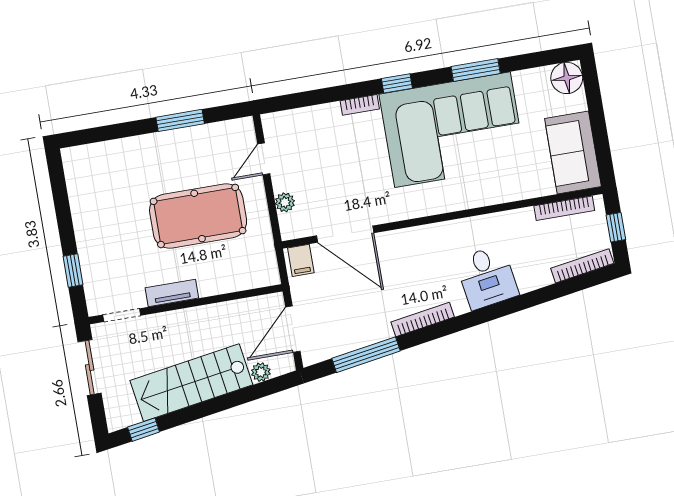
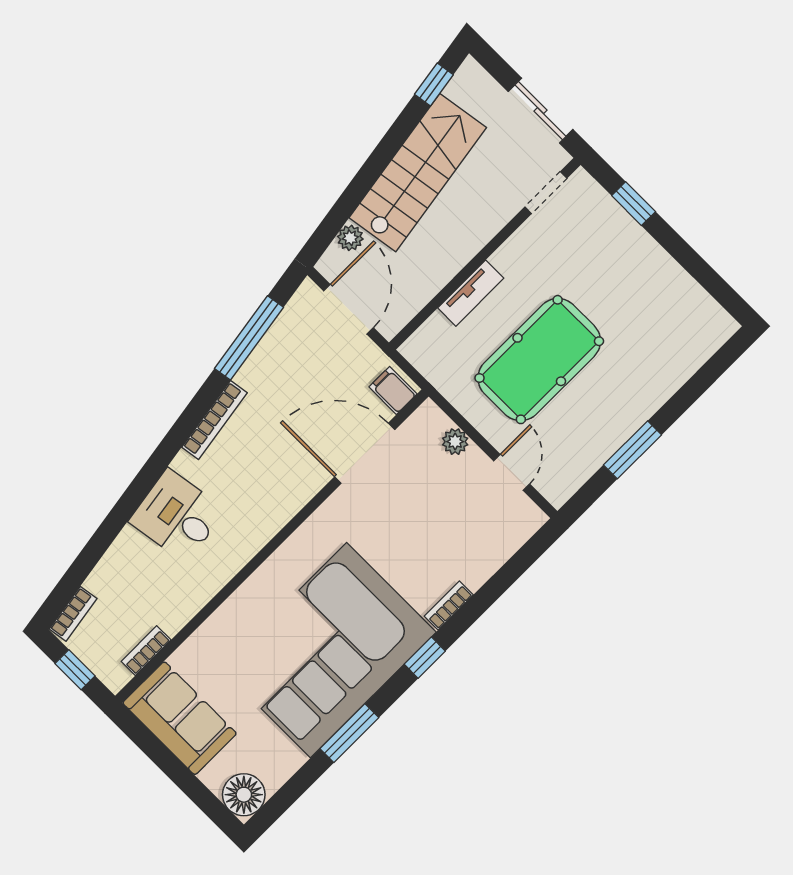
bookcase: (564, 208) -> (146, 651), width x0.64
bookcase: (582, 266) -> (73, 614), width x0.64
tv unit: (172, 293) -> (471, 293), moved

